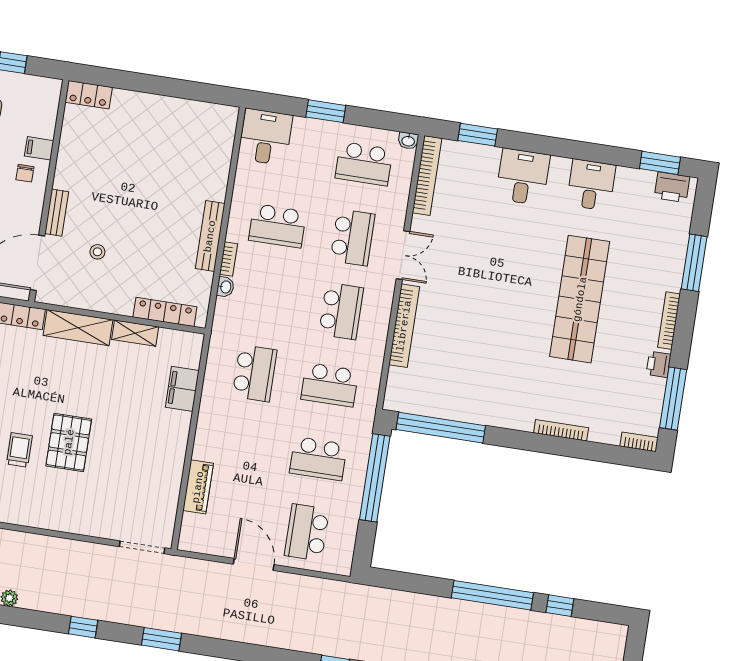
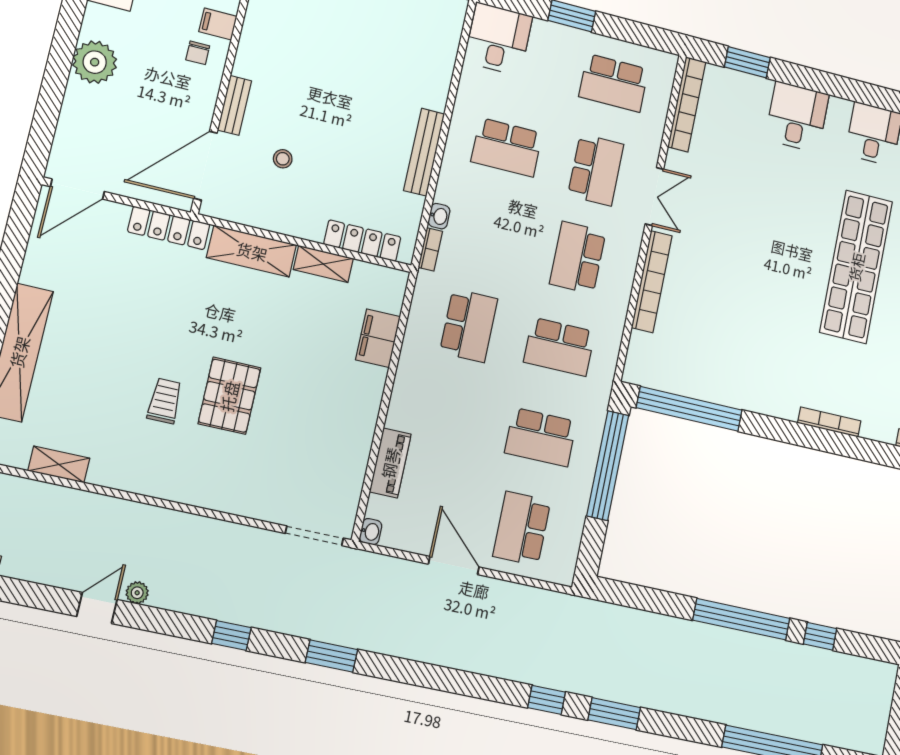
washbasin: (408, 141) -> (371, 532), moved, turned -90
bookcase: (228, 259) -> (430, 249), moved
school desk: (341, 311) -> (578, 258), turned 180

